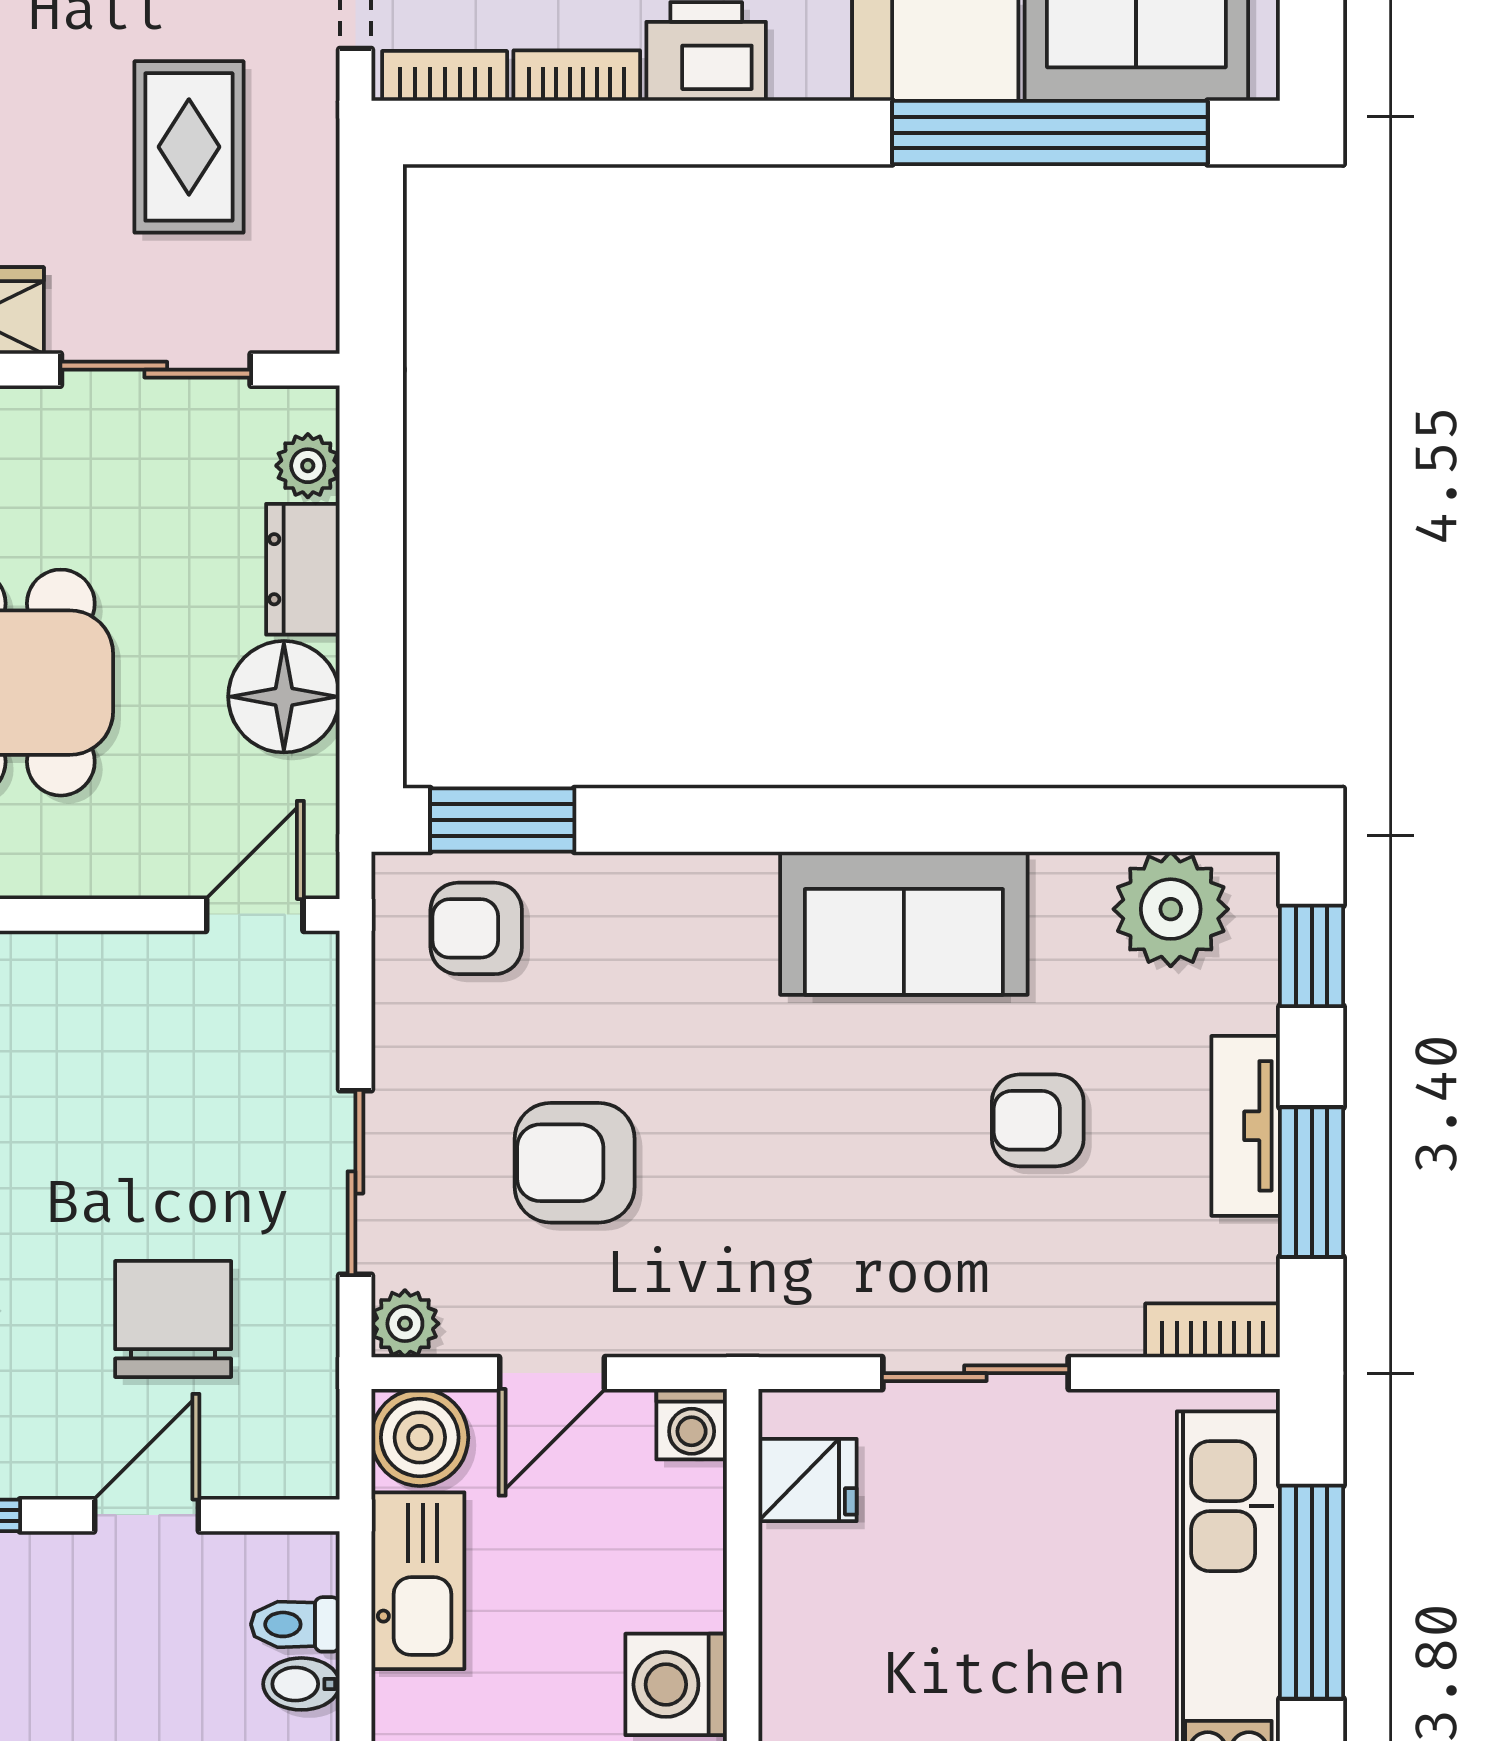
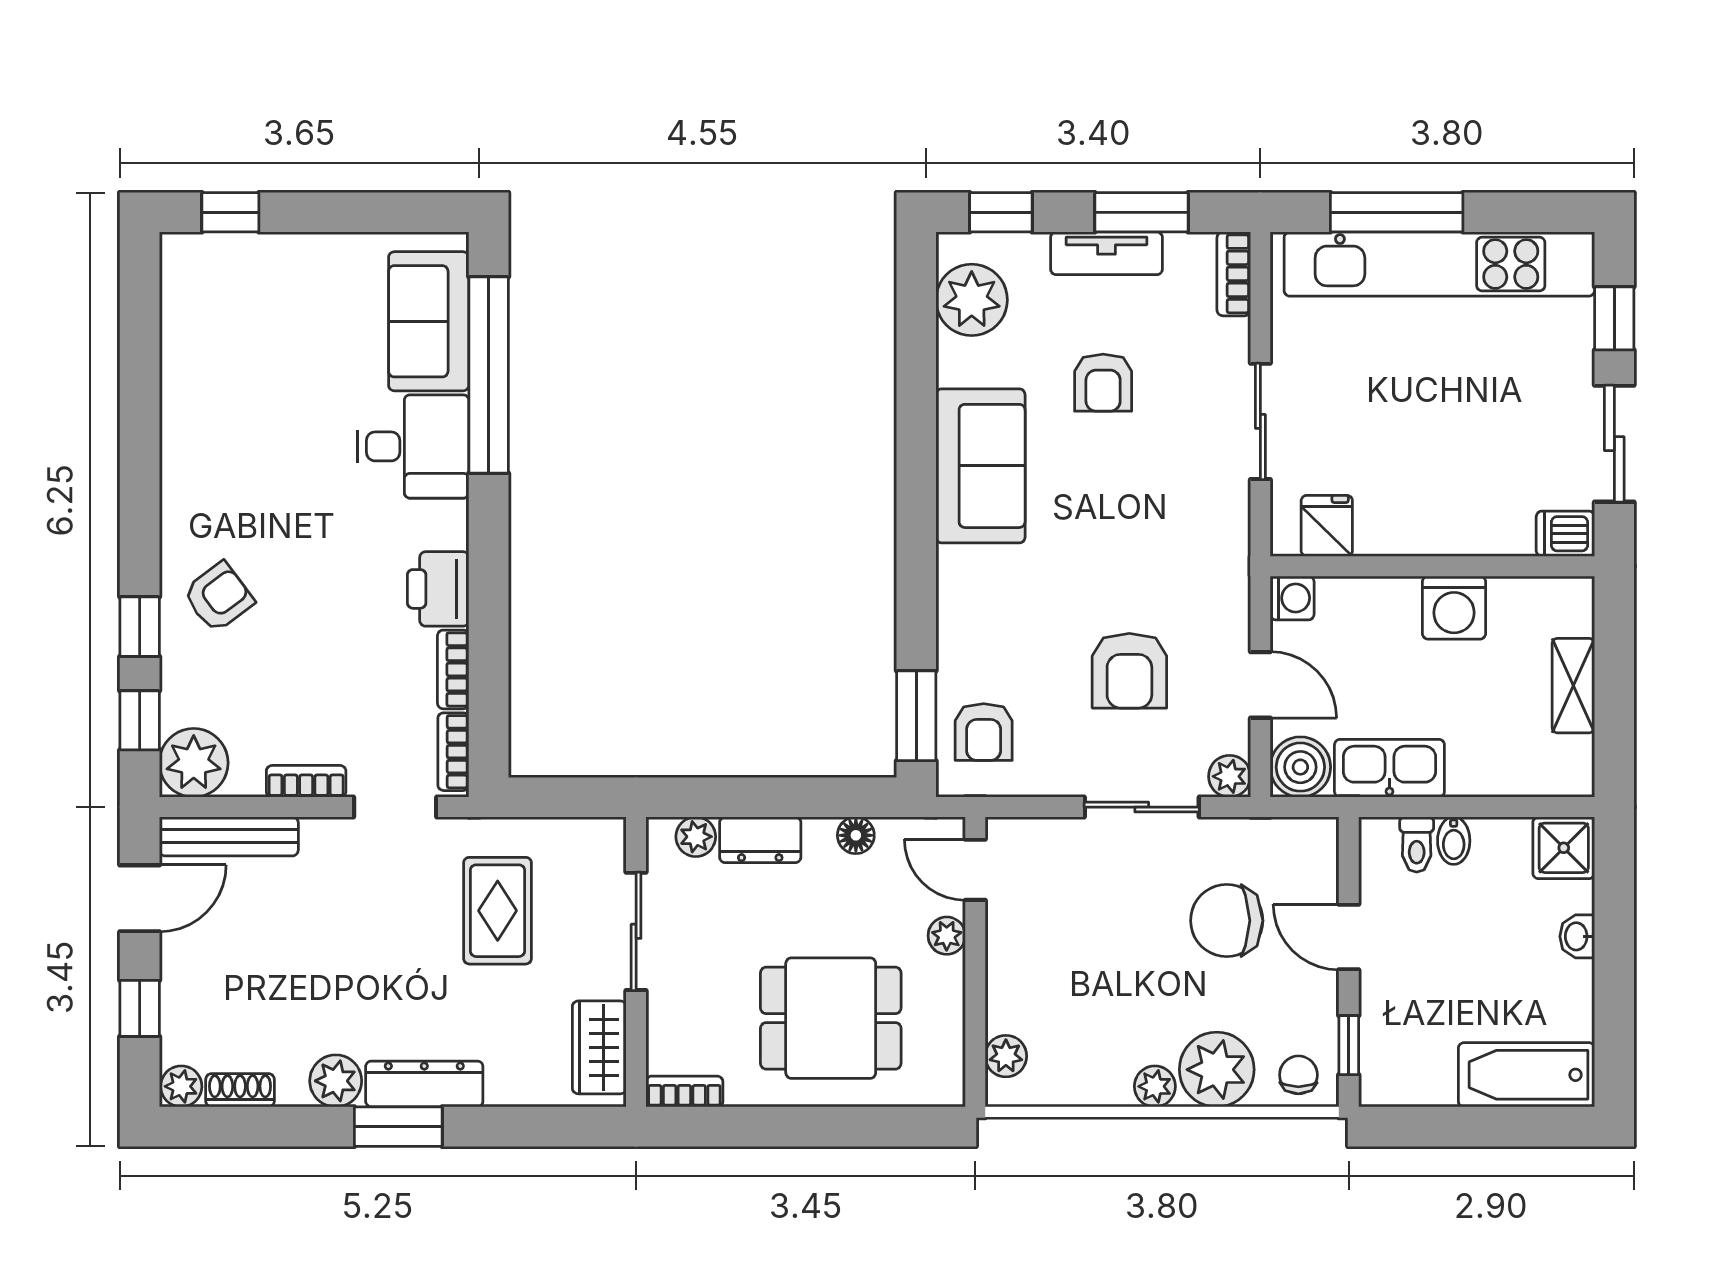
rug: (189, 147) -> (498, 911), turned 90
floor lamp: (284, 697) -> (856, 835), width x0.53, depth x0.53
plant: (149, 869) -> (947, 936), added

